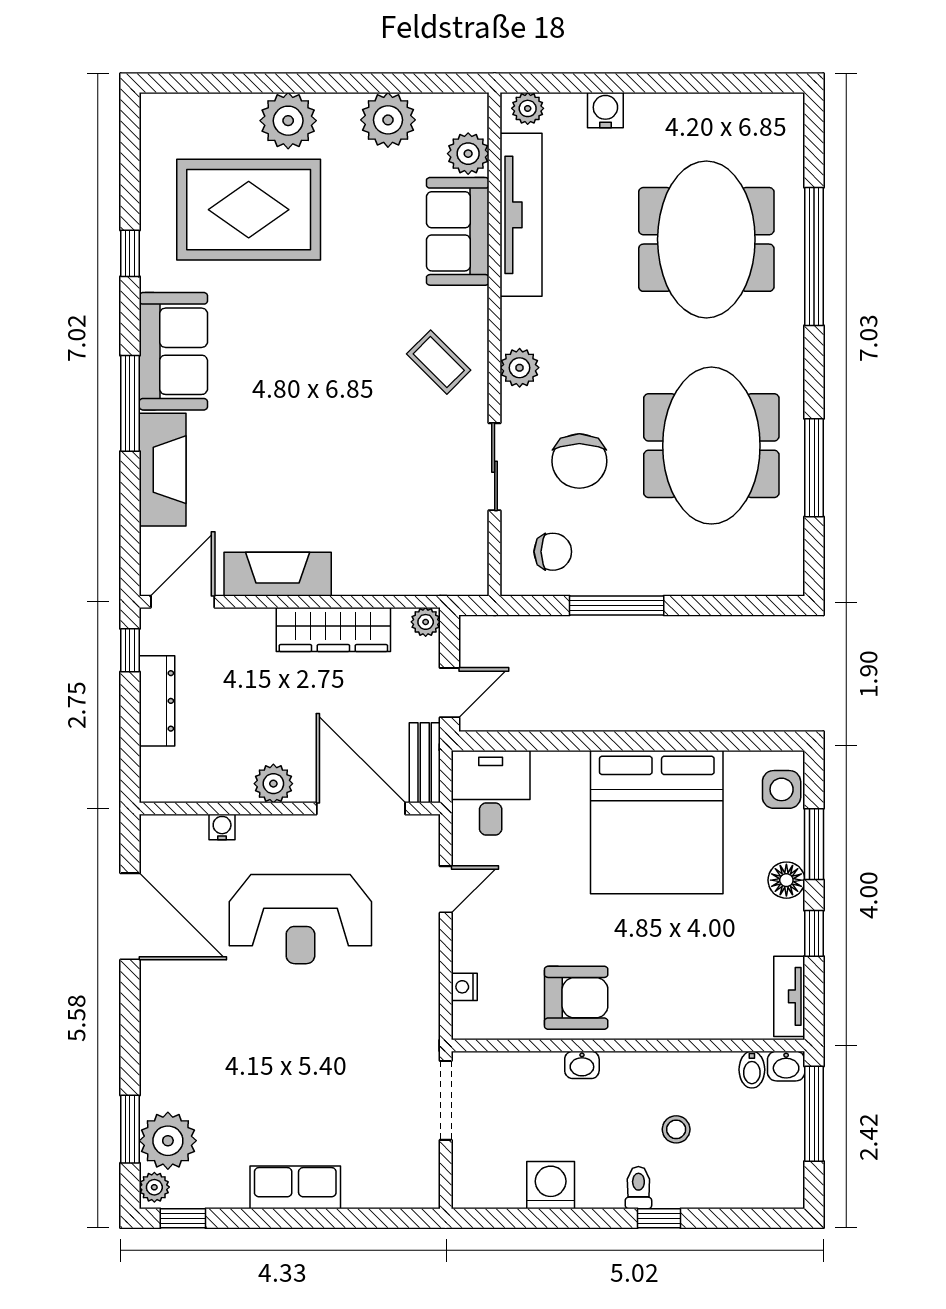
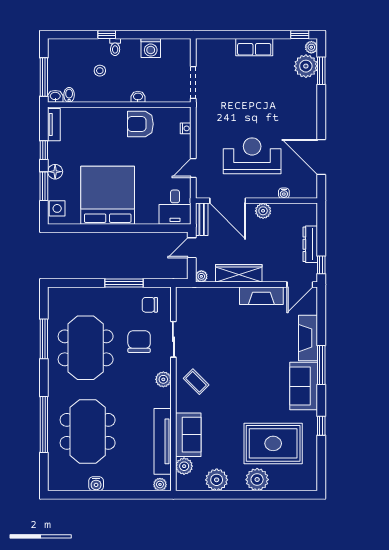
water cooler: (605, 110) -> (96, 484), moved

